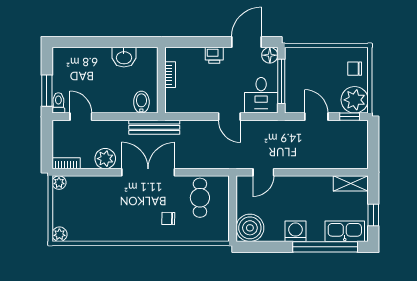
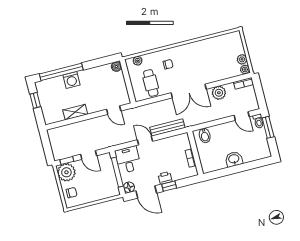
window: (211, 42) -> (169, 186), added
door: (246, 42) -> (146, 192), hinge flipped
washbasin: (124, 57) -> (234, 159), moved
bench: (154, 127) -> (167, 128), moved
door: (263, 172) -> (114, 110), swing flipped
shelving: (351, 183) -> (75, 112), moved
boiler: (250, 228) -> (116, 66), width x0.54, depth x0.54
washing machine: (296, 231) -> (72, 80), moved
kitchen sink: (345, 231) -> (51, 85), removed
plant: (59, 234) -> (242, 59), moved
plant: (211, 235) -> (138, 61), added

